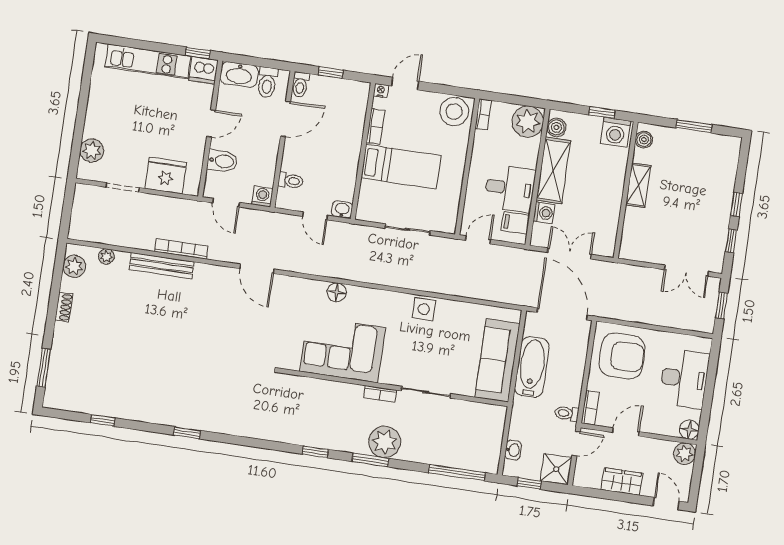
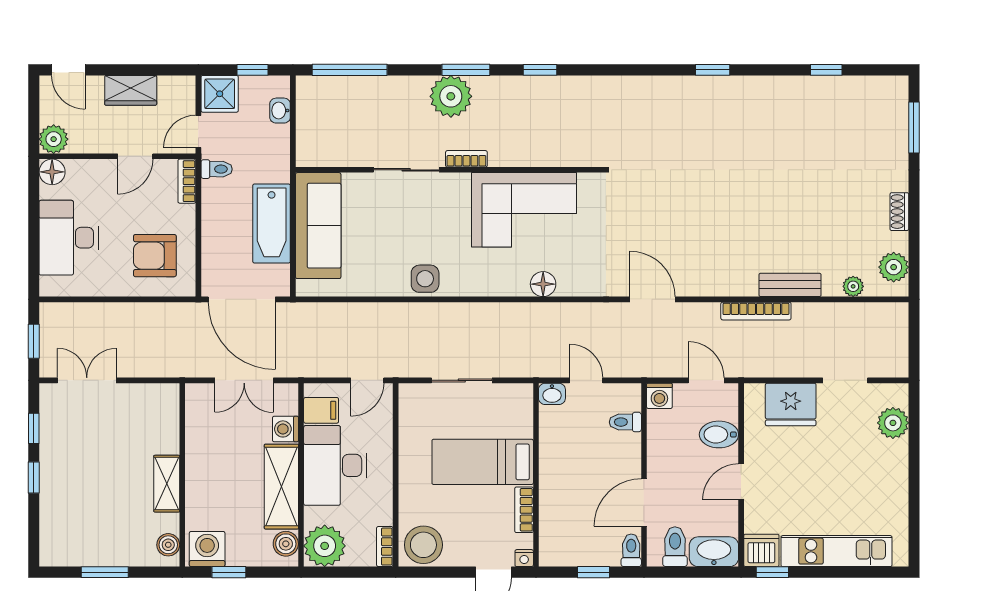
desk: (510, 188) -> (335, 465), width x1.37
bench: (161, 266) -> (790, 285), width x0.73
armchair: (622, 356) -> (155, 256), width x0.73, depth x0.73

